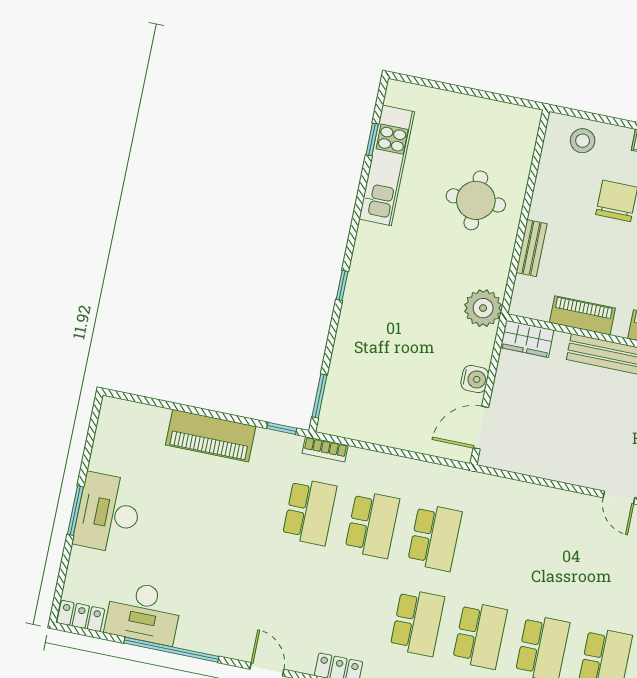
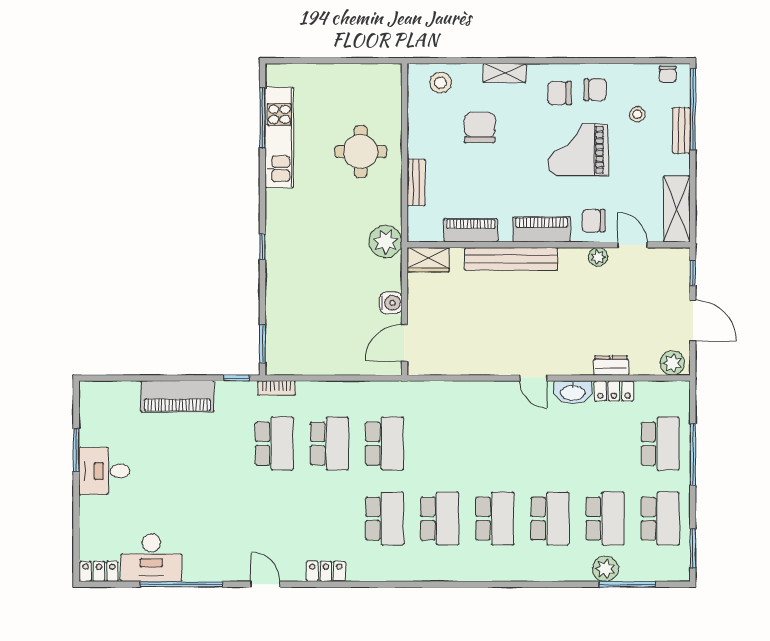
window: (372, 139) -> (262, 118), width x2.17
window: (75, 511) -> (76, 450), moved
desk: (108, 513) -> (104, 471), width x0.73

